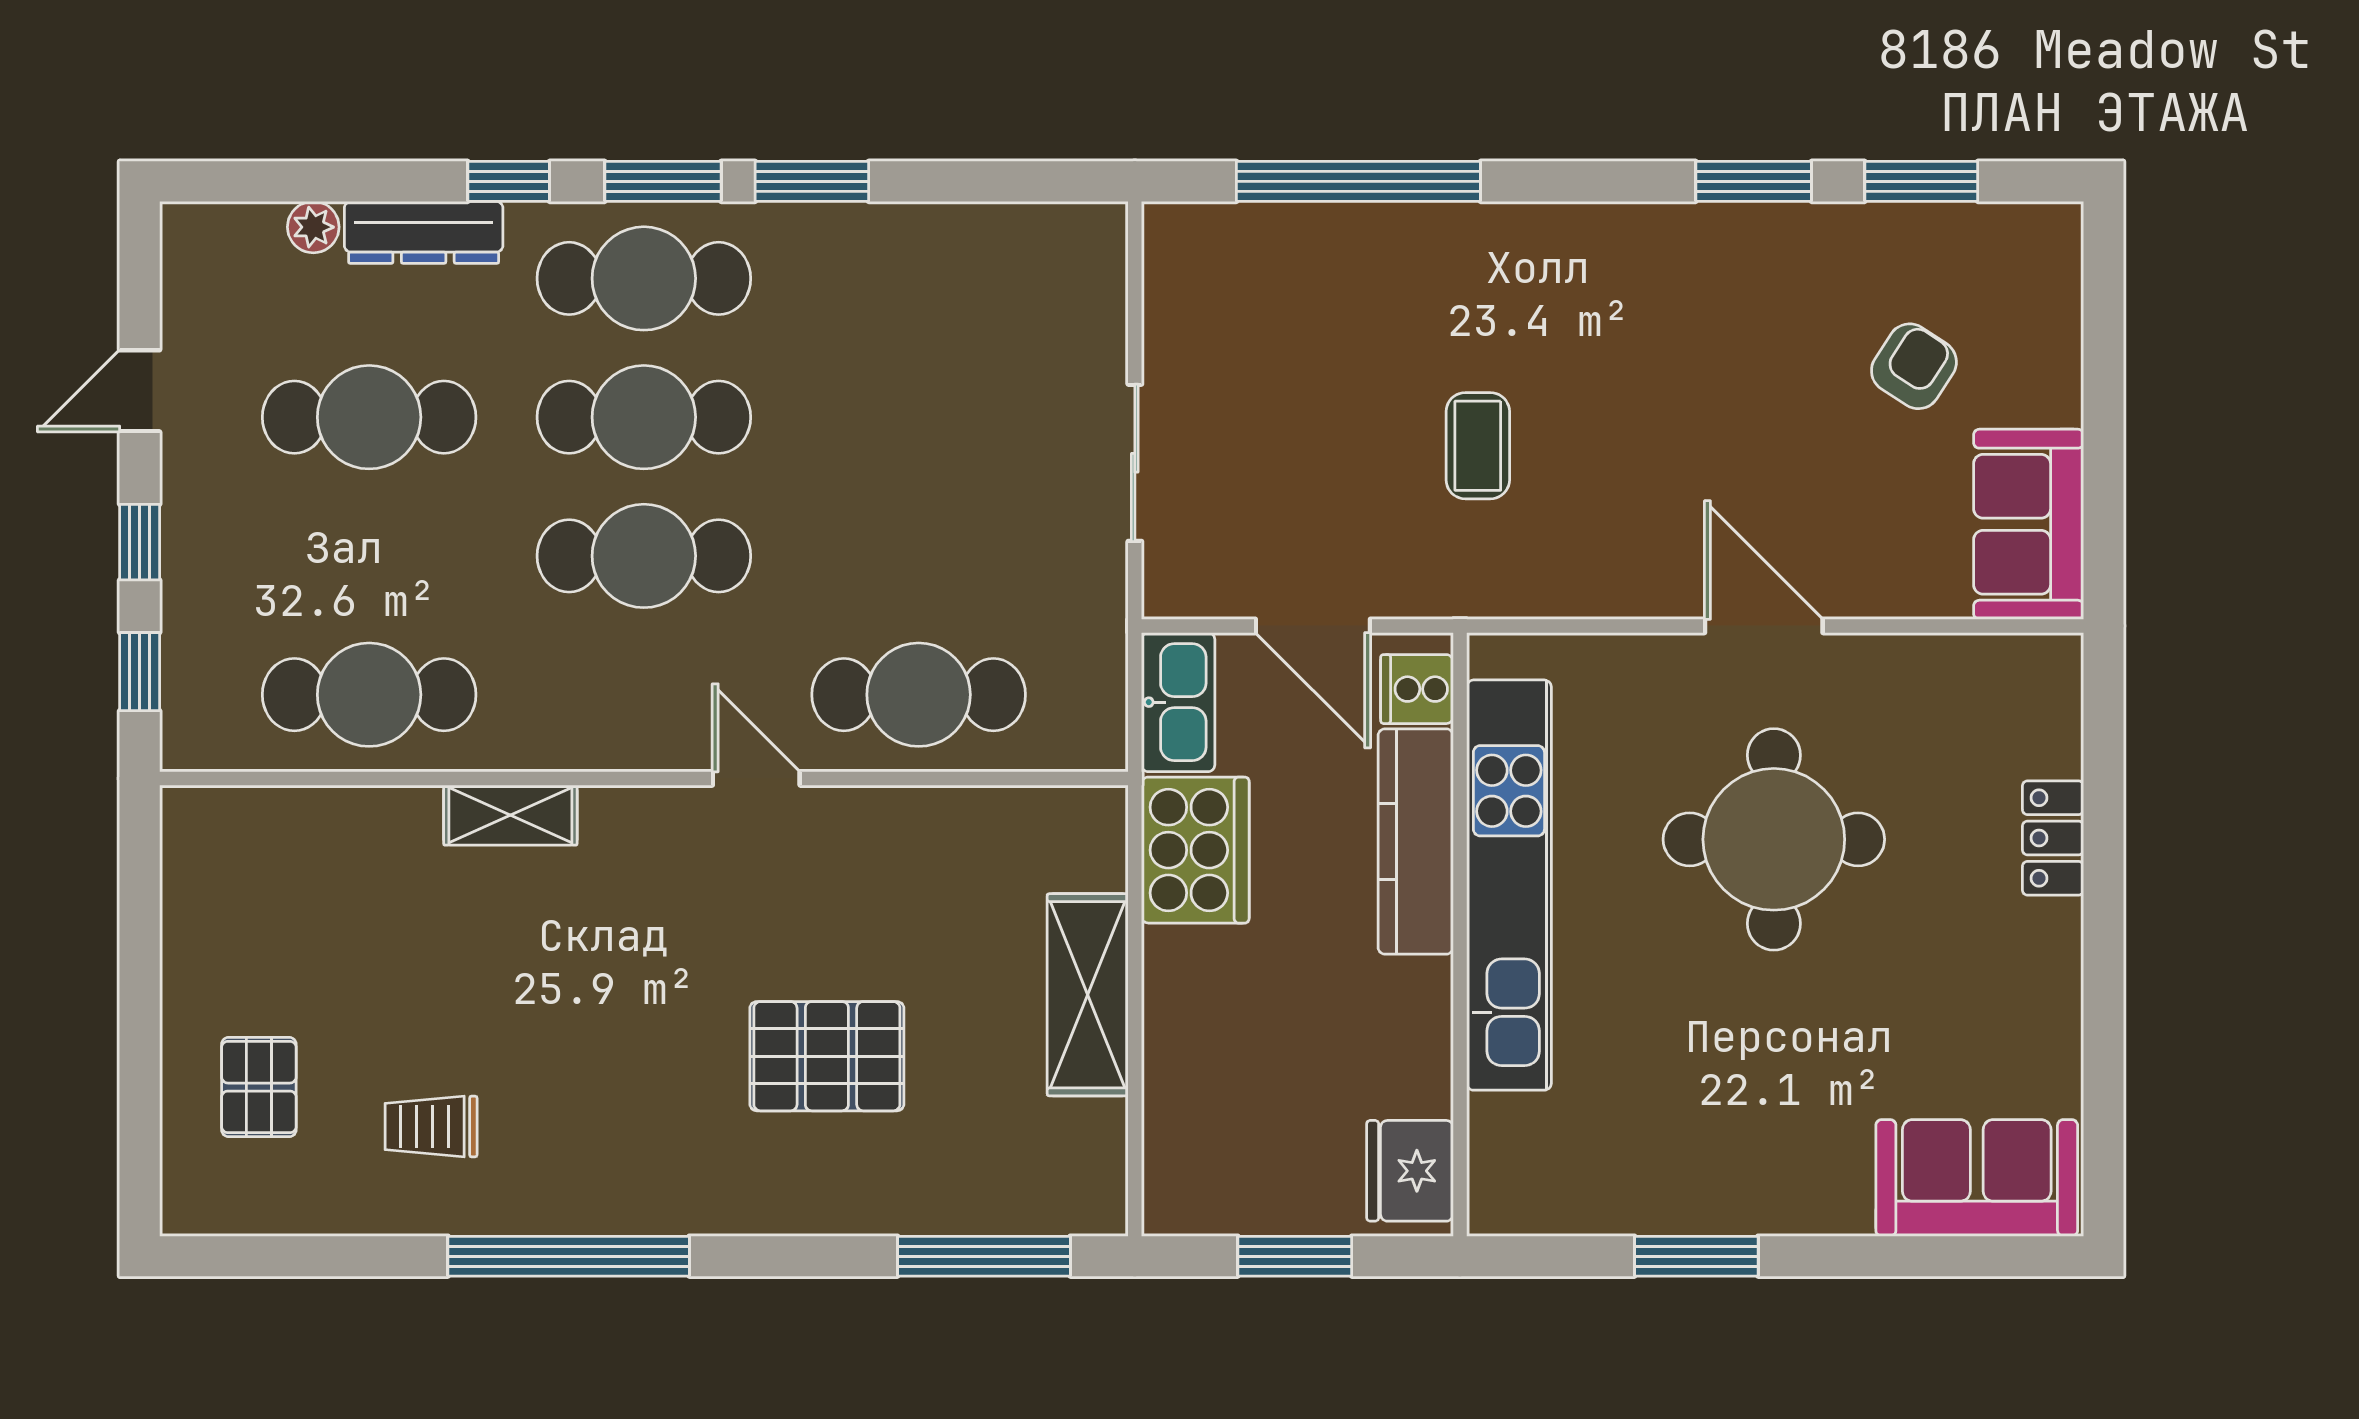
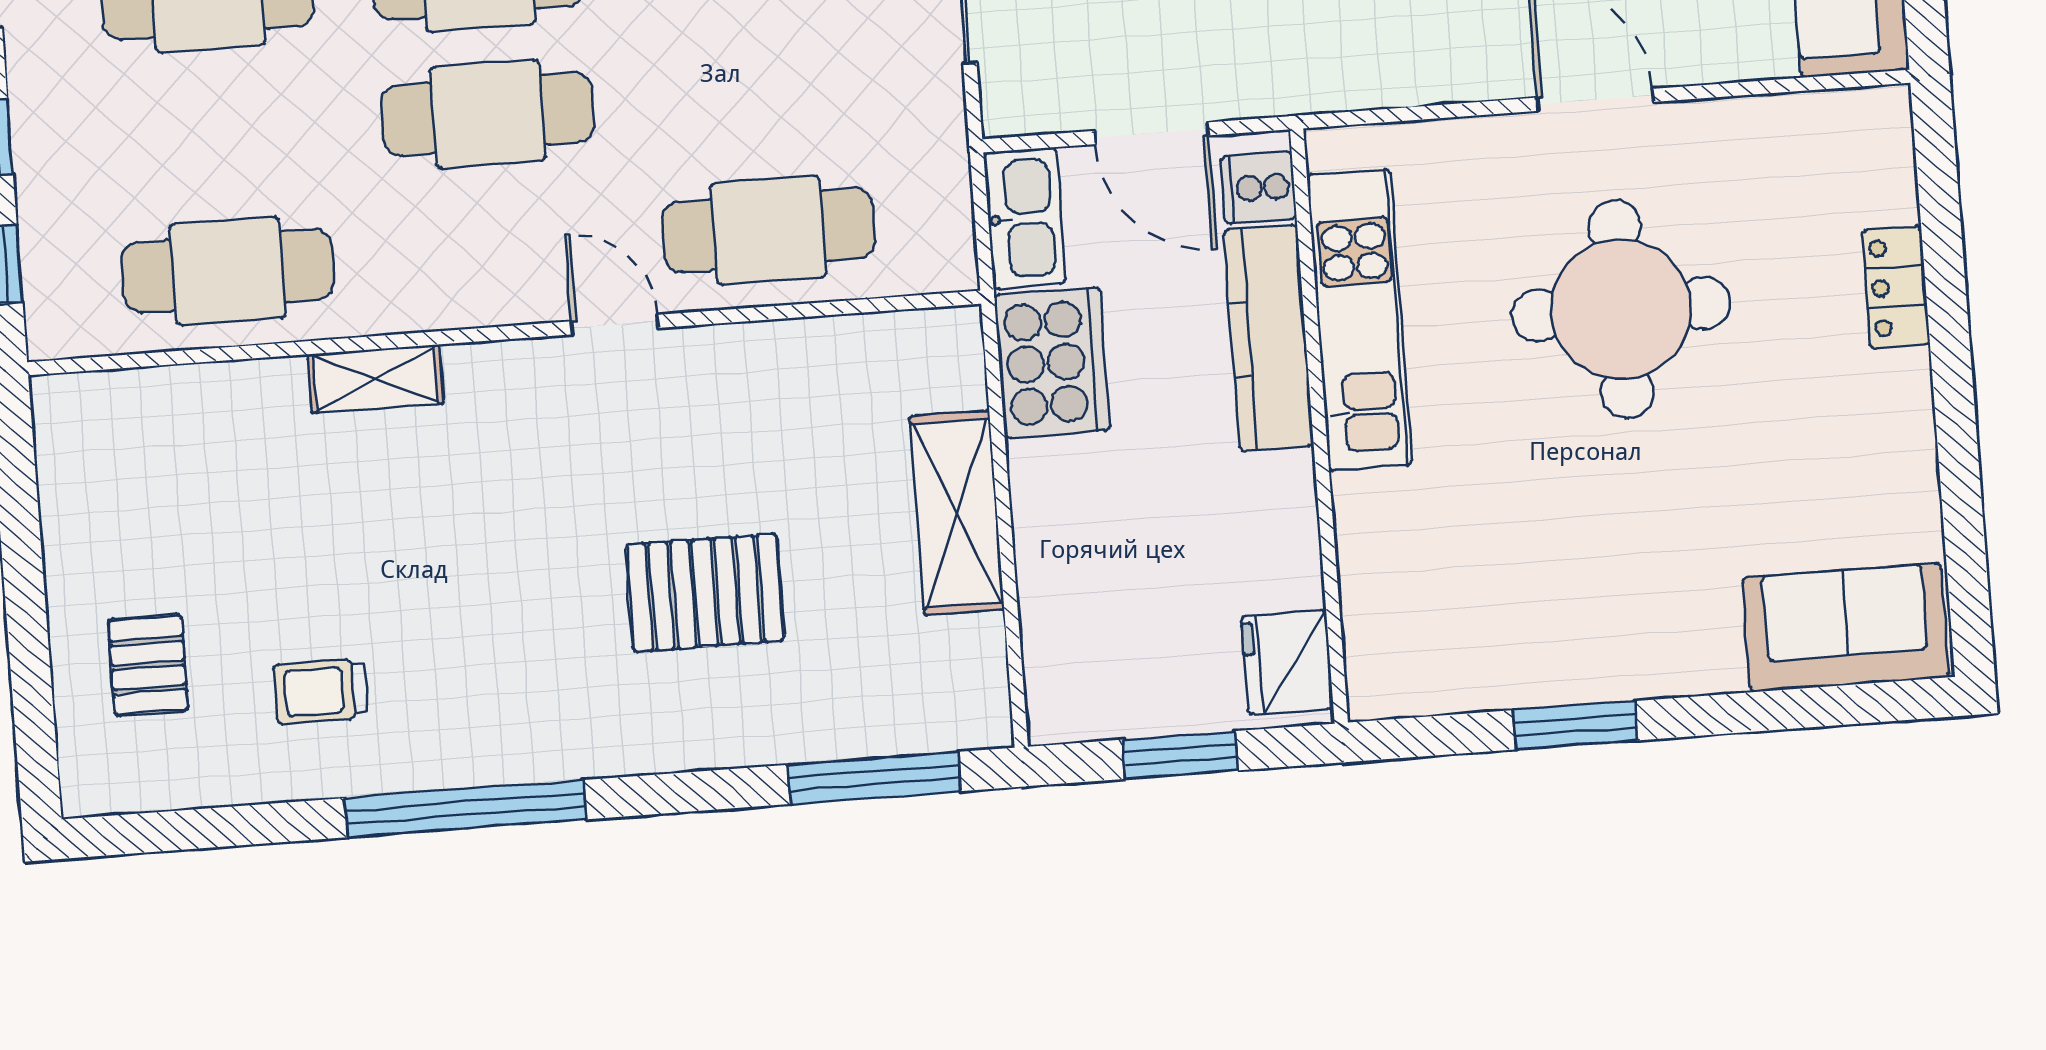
kitchen unit: (1509, 885) -> (1360, 320), width x0.73

